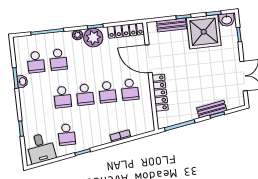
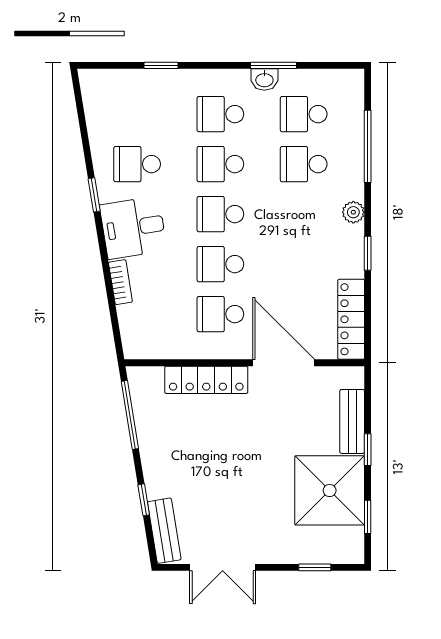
washbasin: (227, 20) -> (350, 544), removed
plant: (93, 38) -> (344, 246), removed
door: (149, 59) -> (284, 363), hinge flipped
school desk: (40, 100) -> (220, 114), added
bench: (212, 109) -> (164, 531), moved
desk: (41, 148) -> (133, 228), moved

